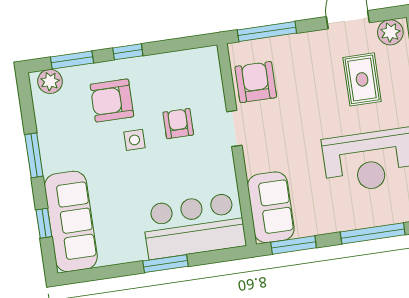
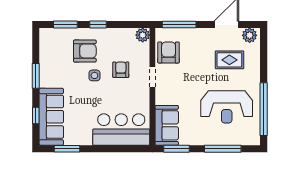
rug: (362, 79) -> (229, 60), turned 90
plant: (50, 81) -> (143, 35), moved
armchair: (112, 100) -> (85, 51), turned 180
window: (165, 264) -> (67, 149), moved

